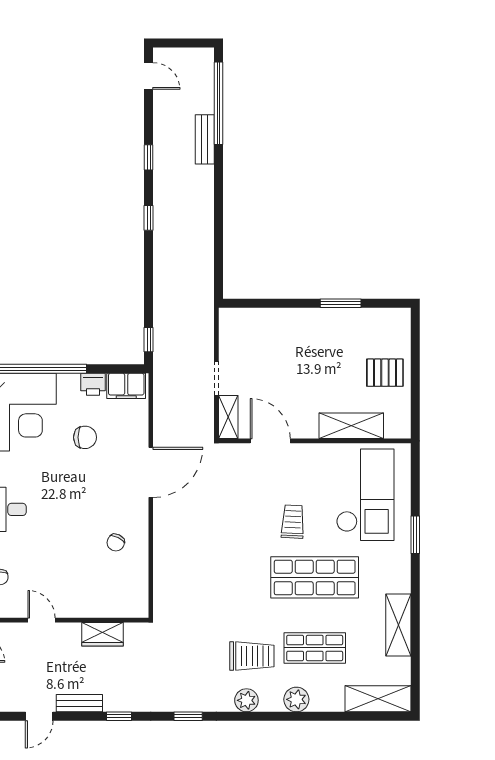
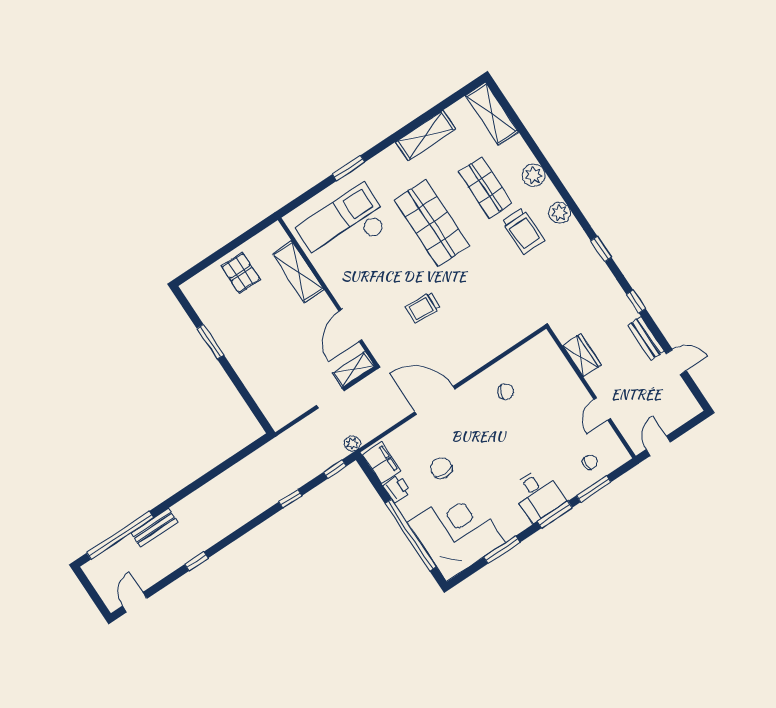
window: (149, 218) -> (290, 499), moved
plant: (161, 371) -> (352, 443), added
trolley: (293, 522) -> (423, 308), moved
trolley: (252, 656) -> (523, 231), turned 180

